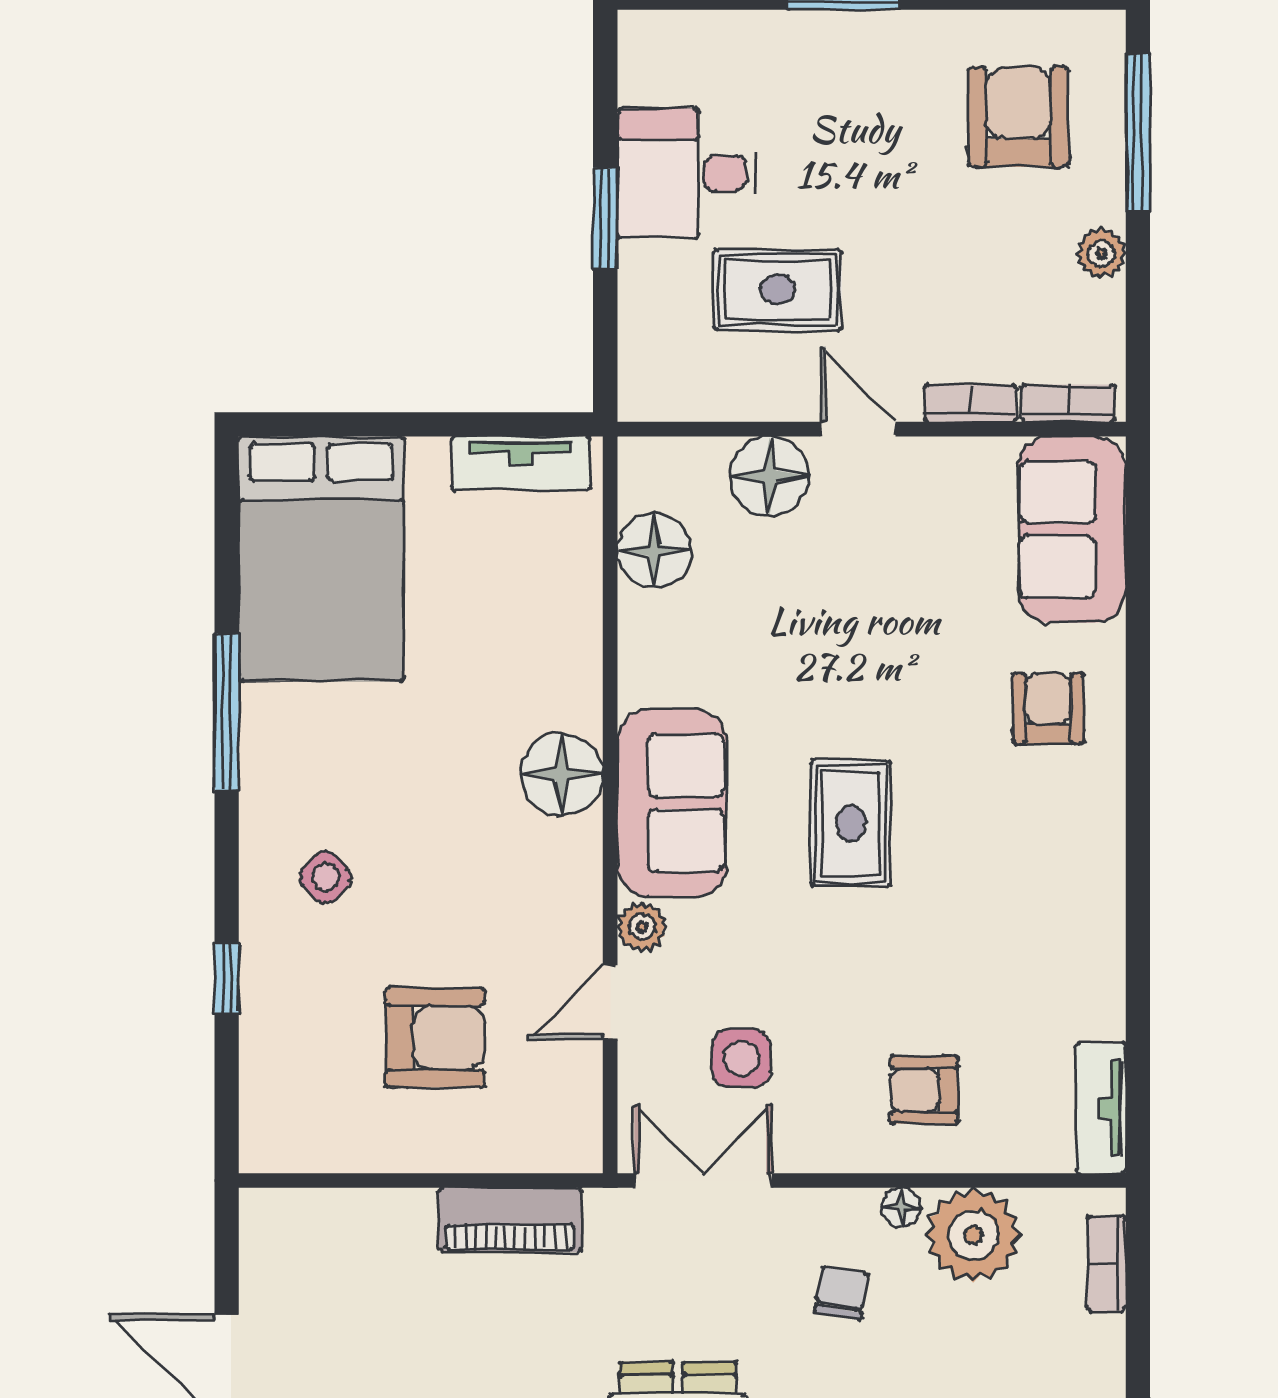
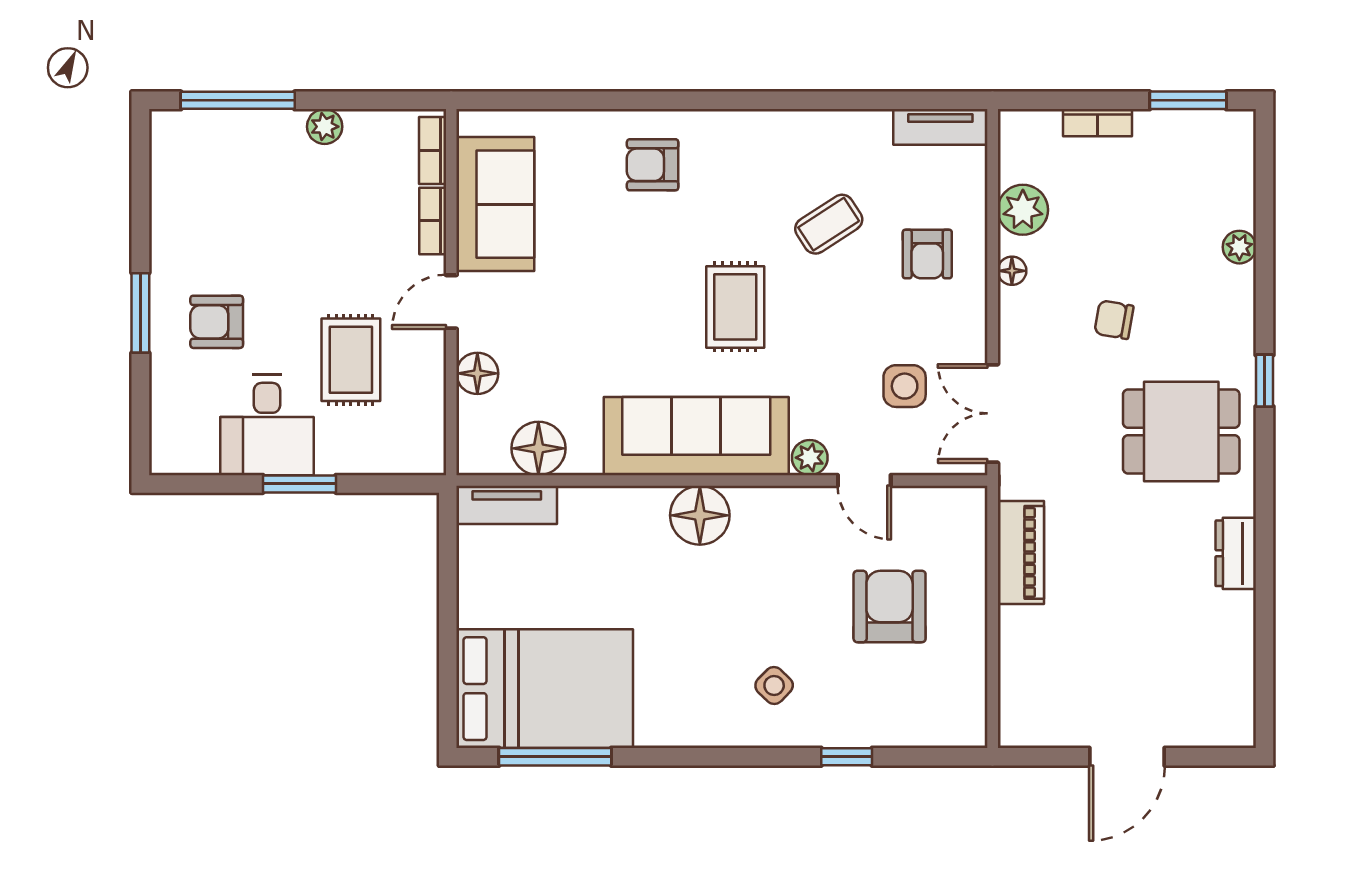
armchair: (1018, 117) -> (217, 322), moved, width x0.72, depth x0.72
tv unit: (521, 463) -> (507, 505), moved, turned 90
floor lamp: (770, 476) -> (477, 373), width x0.73, depth x0.73
sofa: (1072, 530) -> (495, 204), moved, turned -90
window: (227, 711) -> (555, 757), moved
sofa: (672, 803) -> (696, 436), width x1.36
rug: (851, 823) -> (735, 307), turned 90
coffee table: (966, 953) -> (829, 224), added
plant: (973, 1235) -> (1023, 210), width x0.73, depth x0.73
bookcase: (1107, 1264) -> (1097, 123), moved
chair: (841, 1293) -> (1114, 320), moved

